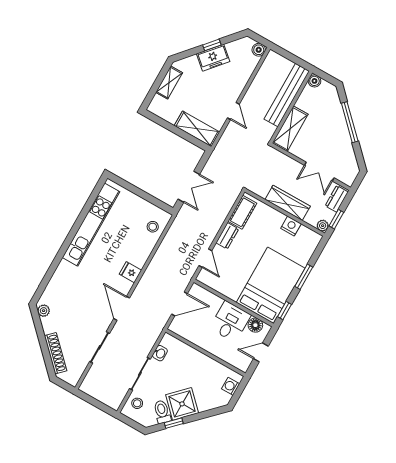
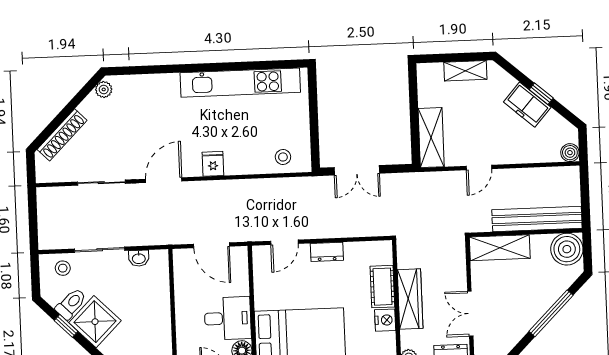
boiler: (314, 81) -> (567, 249), width x1.86, depth x1.86
cot: (242, 212) -> (382, 287), moved, turned 90

